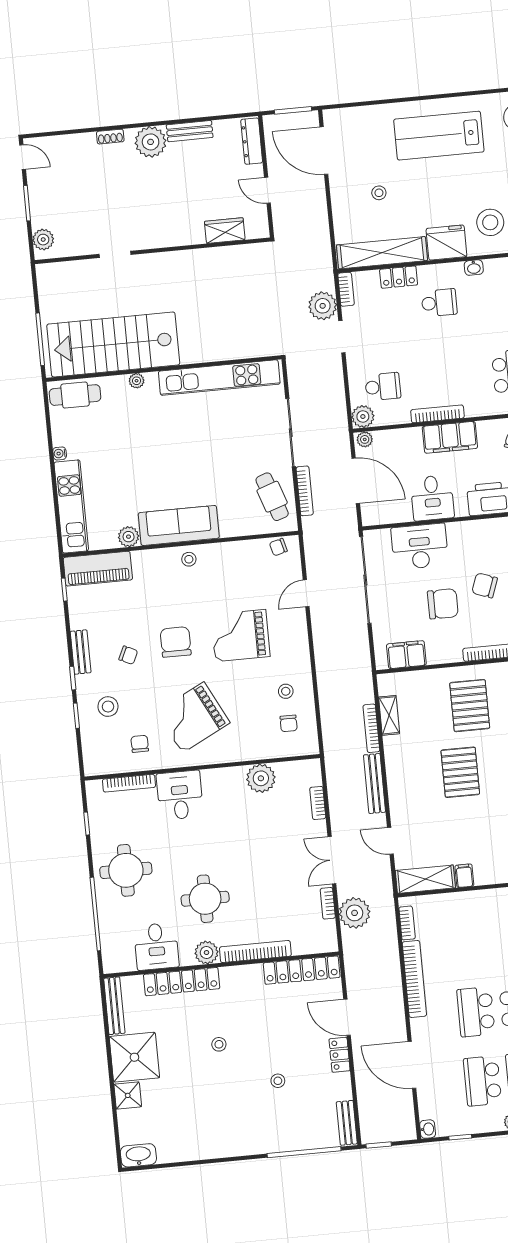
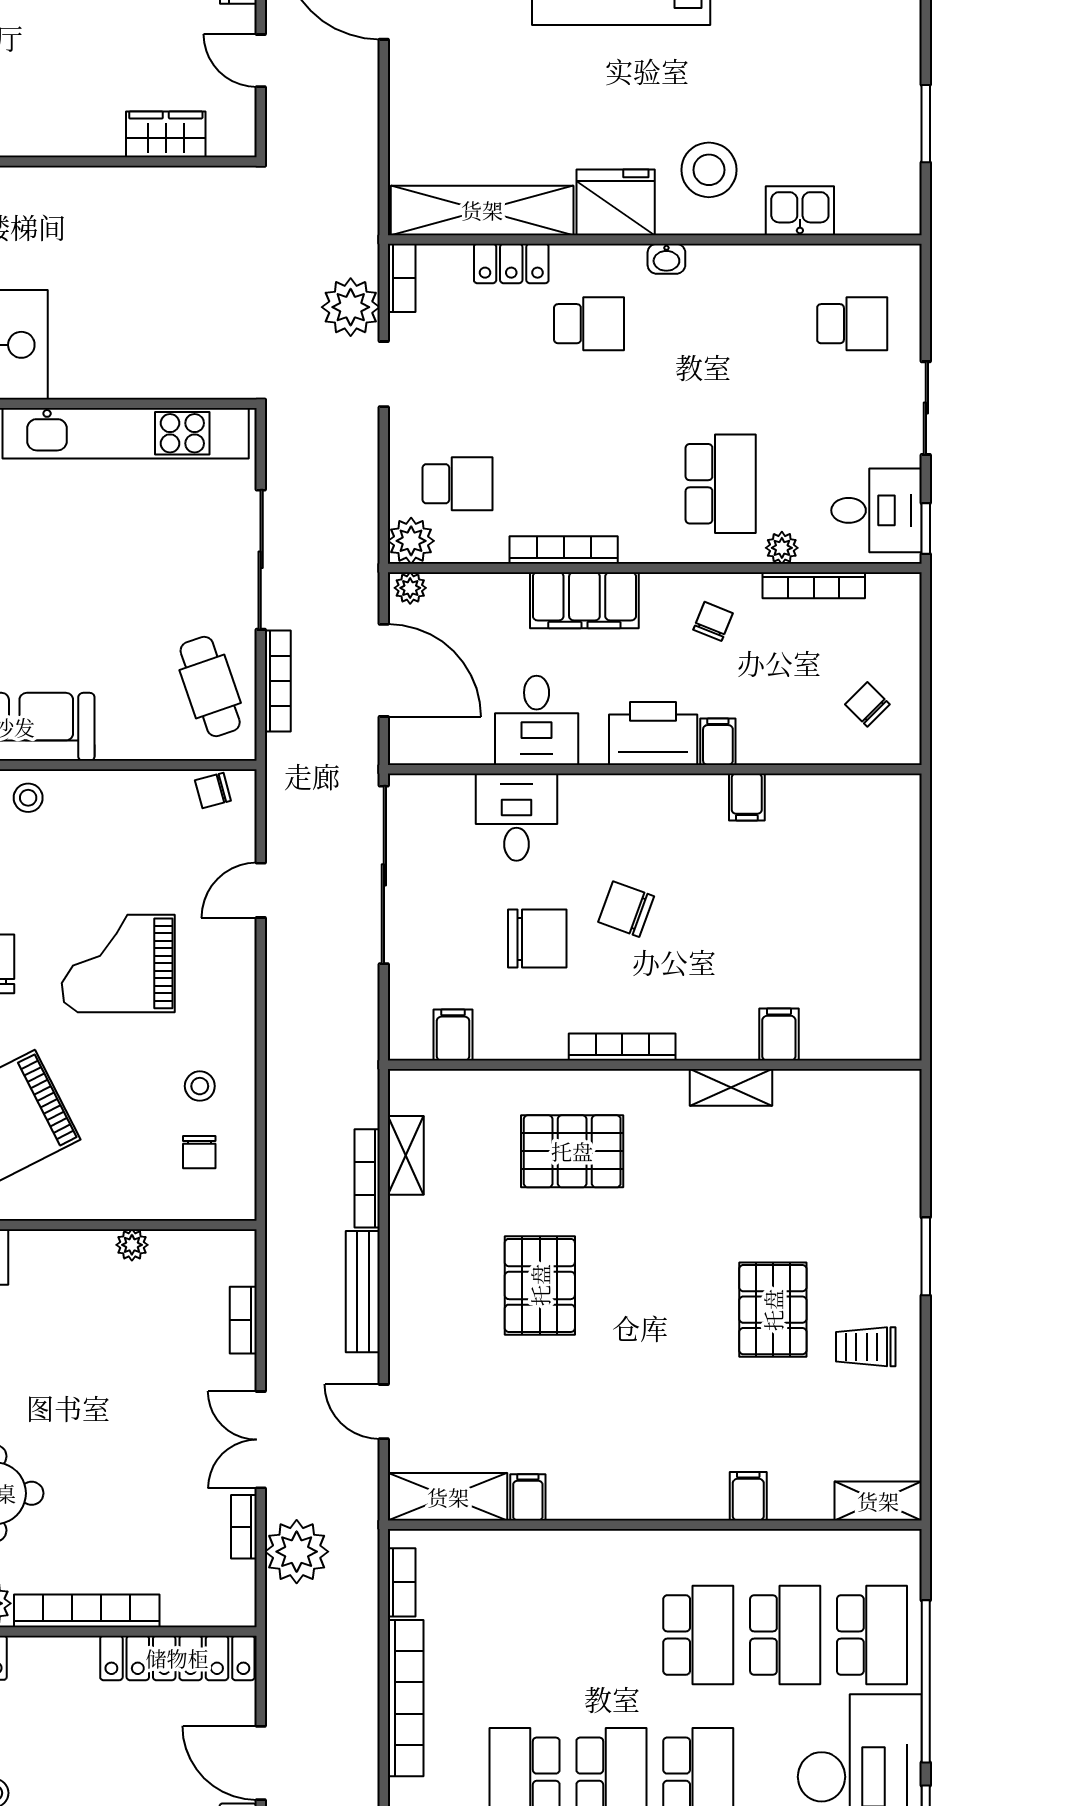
stool: (379, 193) -> (488, 88), removed
desk: (420, 546) -> (516, 817), width x0.73
filing cabinet: (406, 655) -> (453, 1035), width x0.50
pallet: (470, 706) -> (572, 1151), turned 90
plant: (261, 778) -> (132, 1245), width x0.53, depth x0.53

